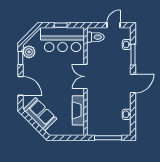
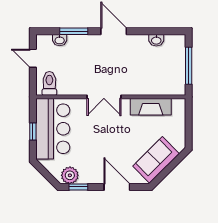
door: (20, 86) -> (117, 187), hinge flipped

